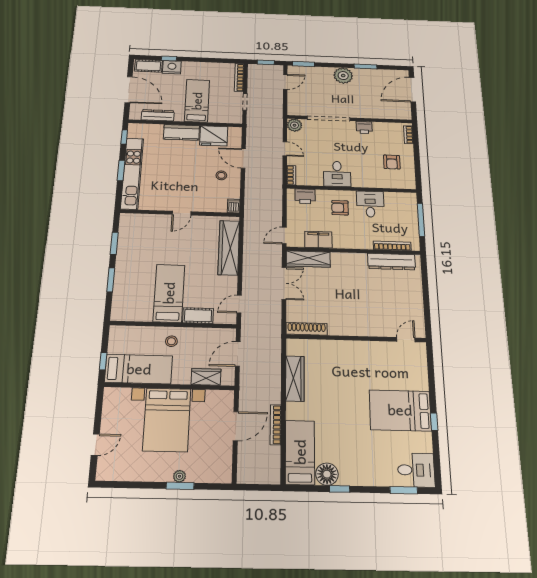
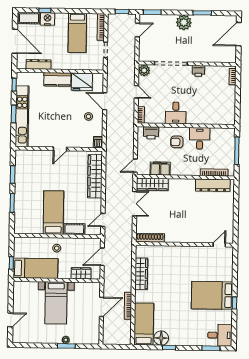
bed: (197, 101) -> (77, 33), moved, turned 180
armchair: (392, 162) -> (218, 102), removed
bed with nightstands: (167, 420) -> (56, 303), width x0.73

